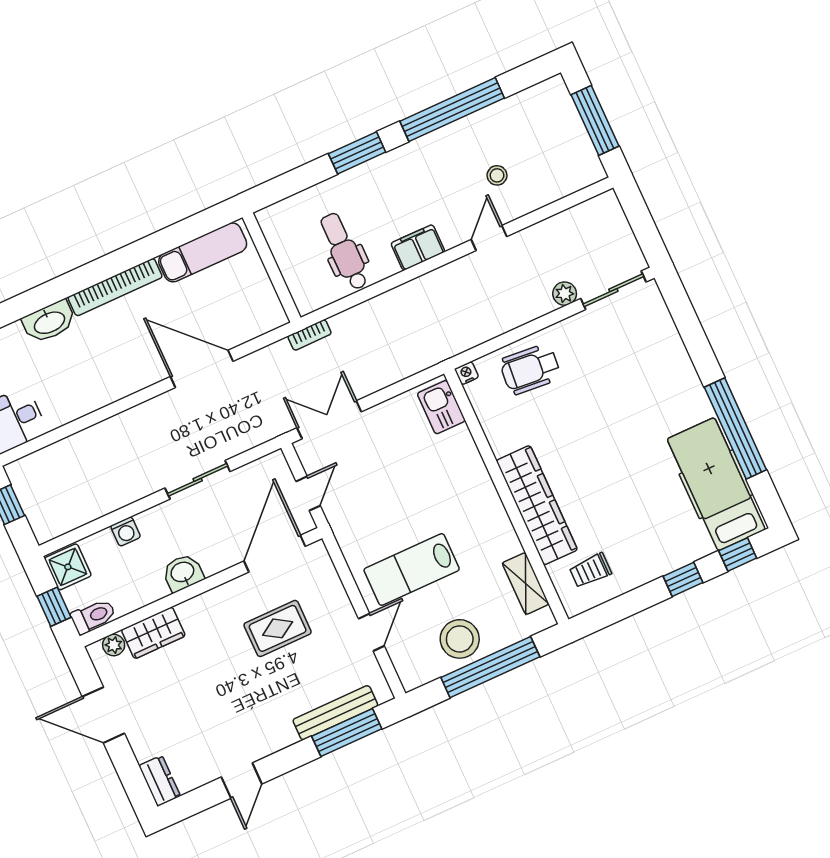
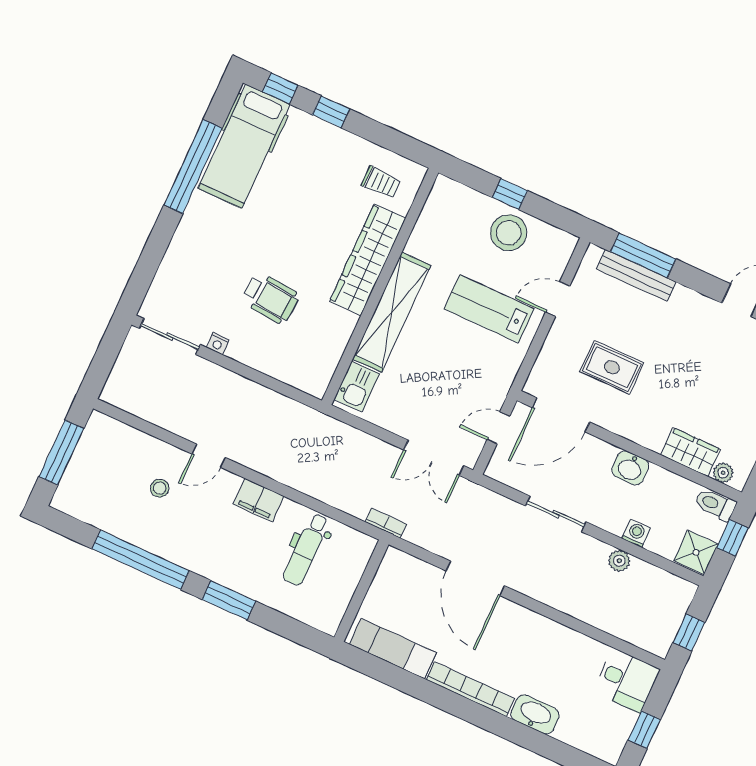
plant: (565, 294) -> (619, 561), moved
wheelchair: (530, 369) -> (270, 298), moved
nightstand: (467, 373) -> (218, 344), moved
lab bench: (412, 569) -> (489, 309), turned 180
shelving: (526, 584) -> (392, 312), moved, width x2.20, depth x1.33
window: (490, 667) -> (510, 194), width x0.32

